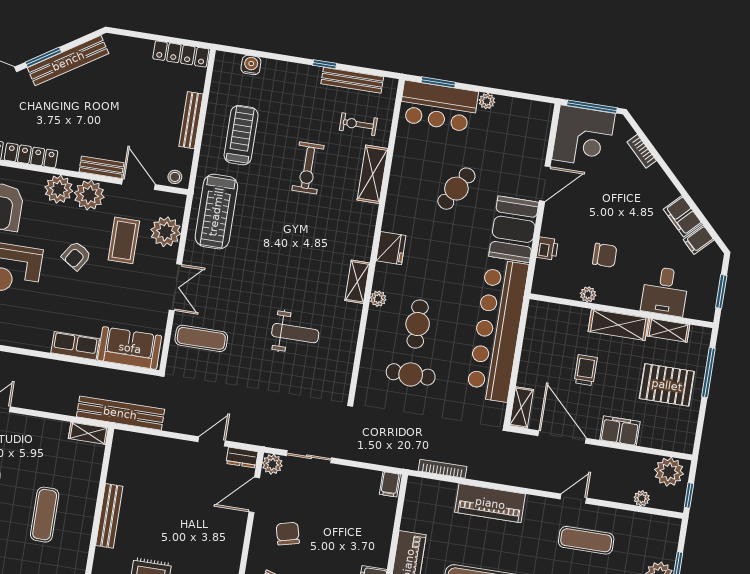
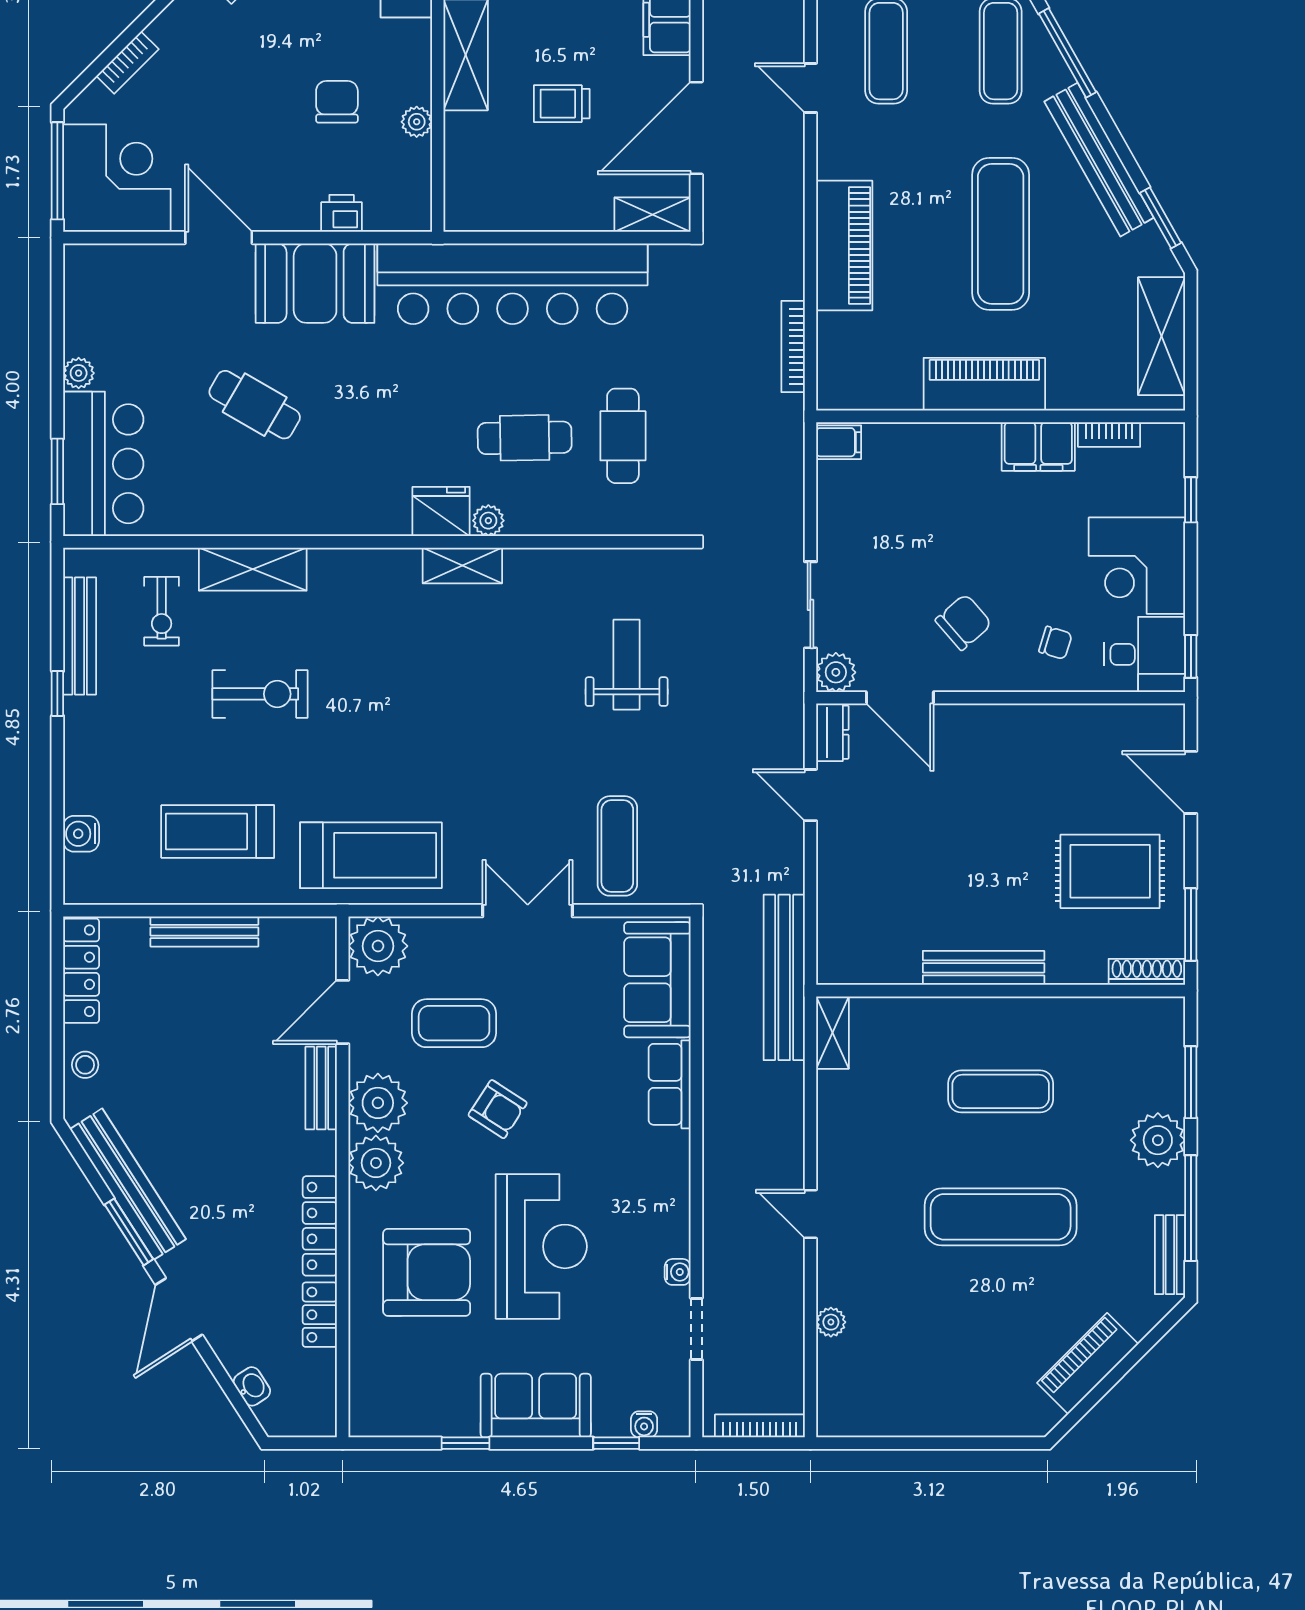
stool: (175, 177) -> (85, 1065), moved
plant: (166, 232) -> (378, 946), moved
fridge: (391, 248) -> (441, 511), moved
weight bench: (295, 333) -> (627, 665), moved
chair: (288, 534) -> (964, 622), turned 153

